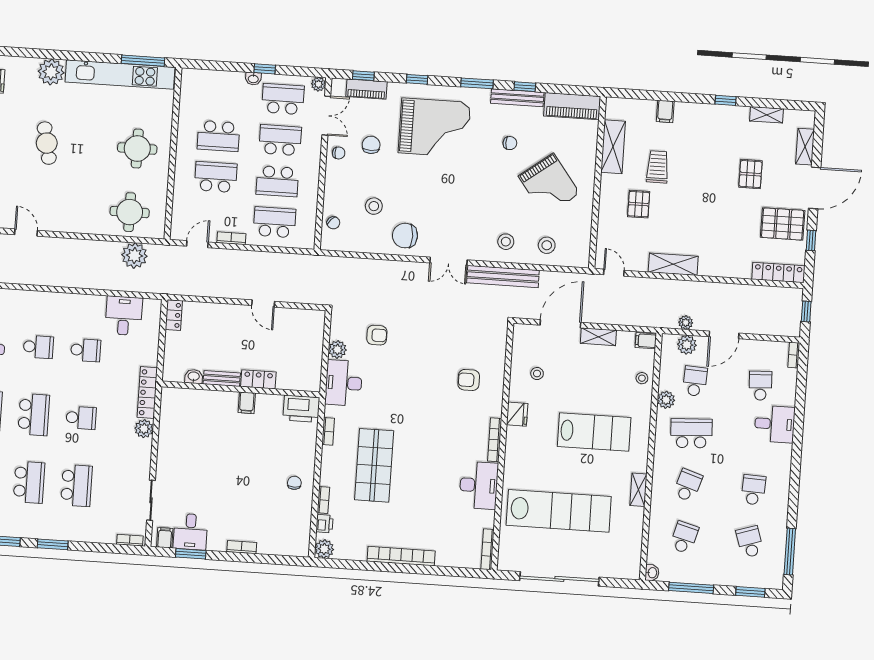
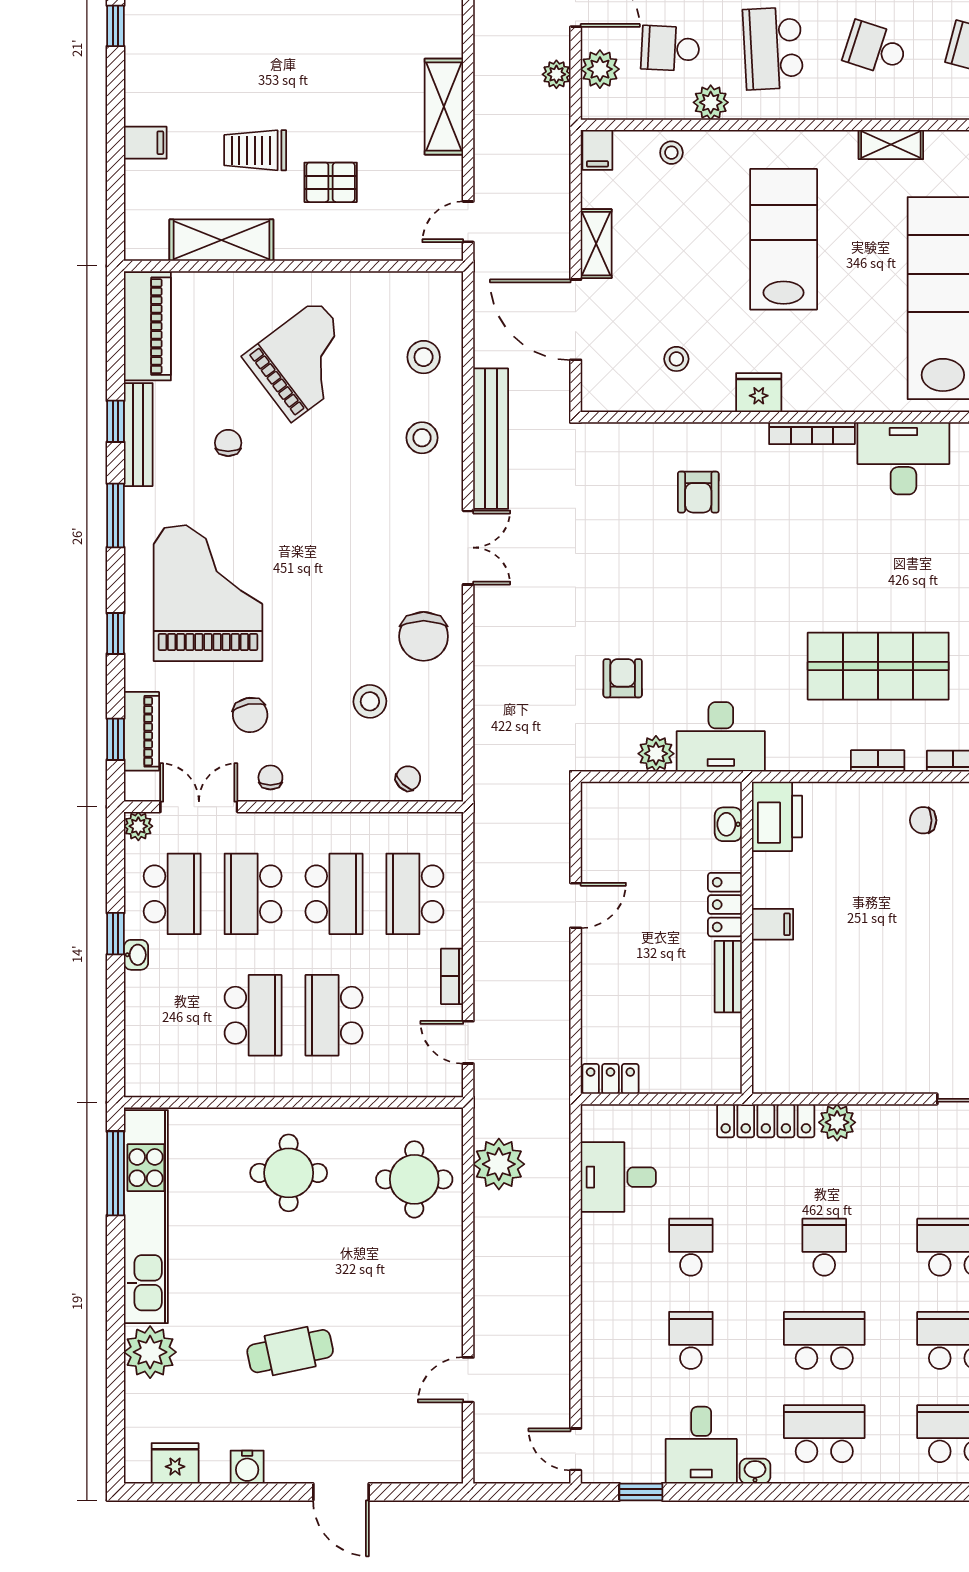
school desk: (283, 99) -> (172, 894), turned 180
chair: (371, 145) -> (250, 715), turned -101
washbasin: (194, 377) -> (728, 824), moved
bookcase: (328, 431) -> (878, 761), moved

